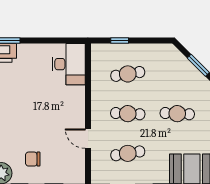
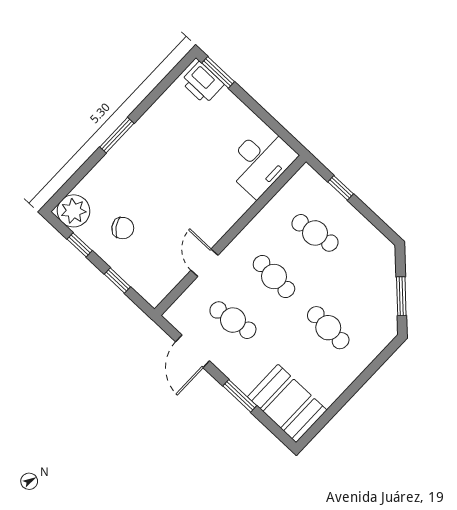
chair: (33, 159) -> (123, 228), turned 146

